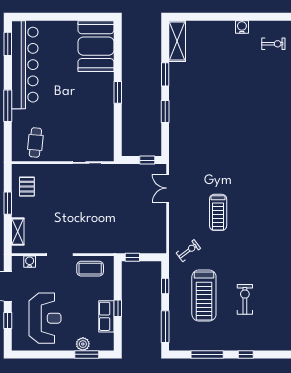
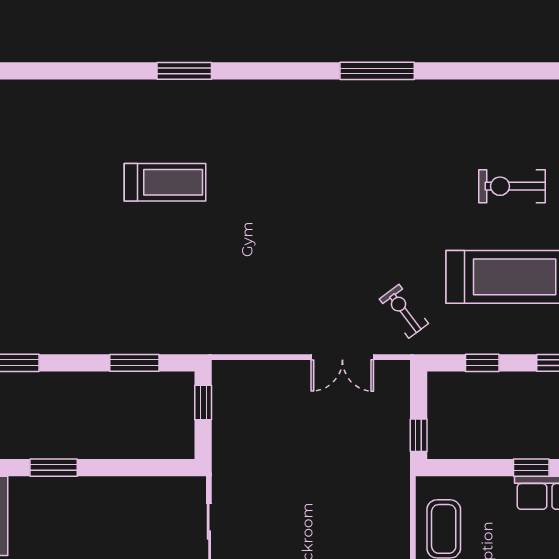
window: (165, 111) -> (134, 363), moved
double door: (168, 188) -> (342, 357), moved
treadmill: (218, 212) -> (165, 182), moved

